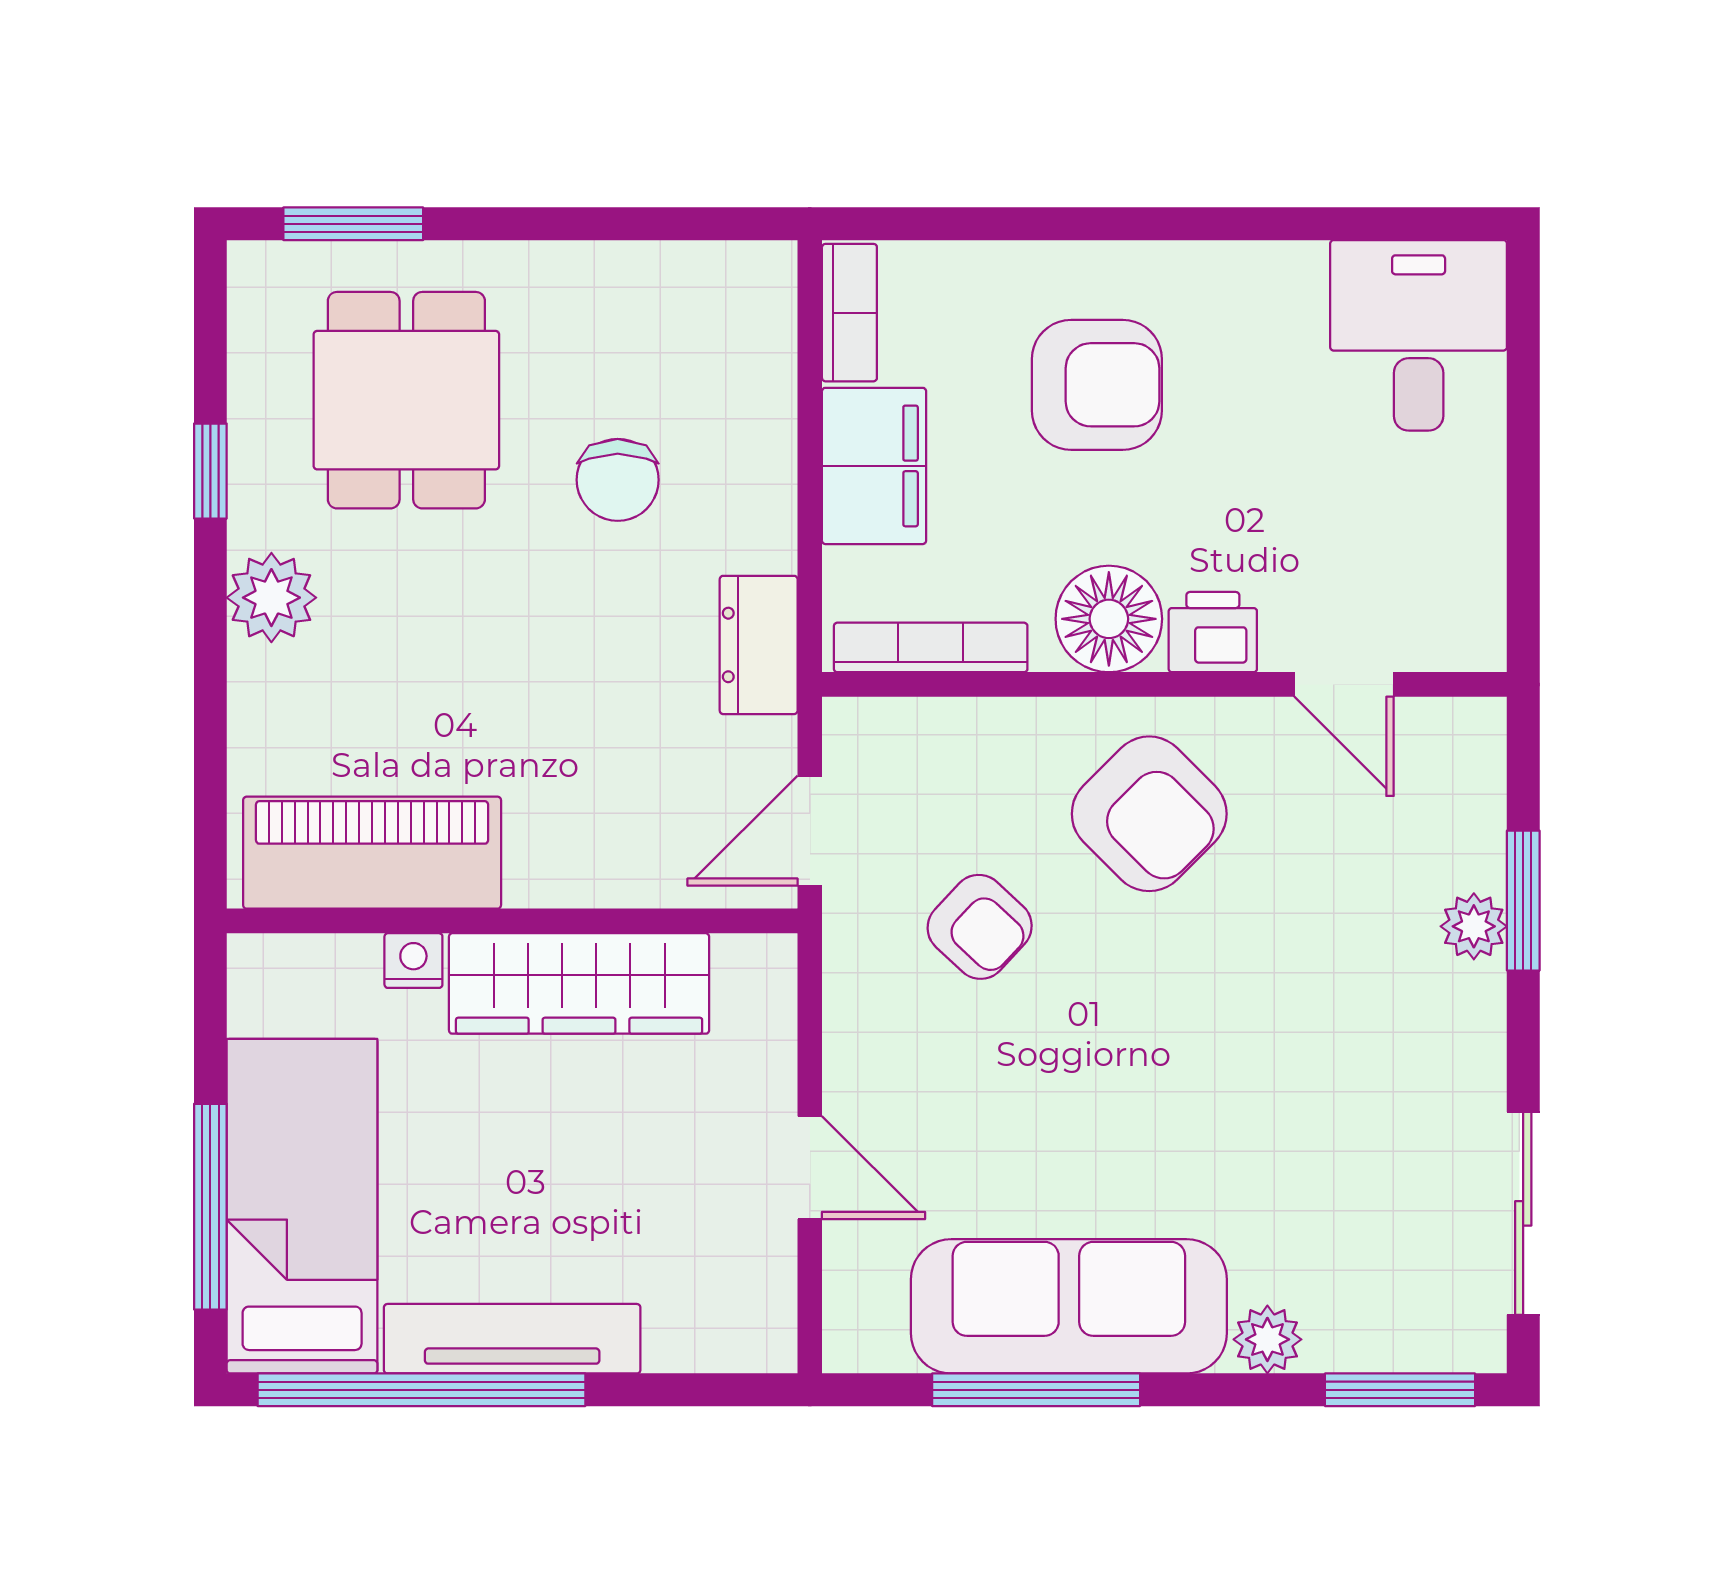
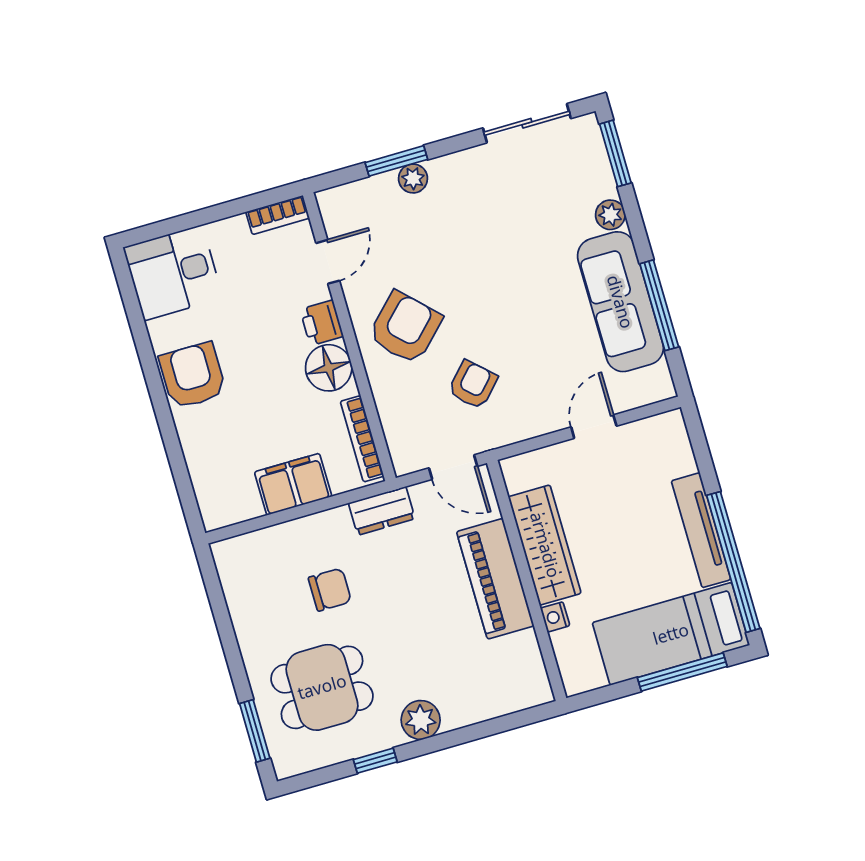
bookcase: (849, 313) -> (278, 215), moved, turned 180
armchair: (1097, 385) -> (193, 375), moved
piano: (372, 853) -> (495, 579), moved

